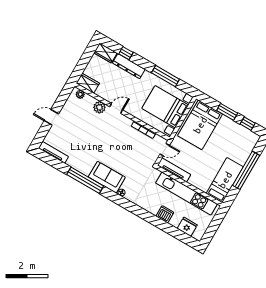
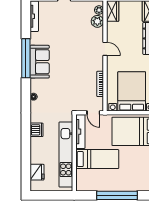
plant: (99, 107) -> (97, 21), moved
sofa: (107, 177) -> (40, 62), moved
bed: (225, 180) -> (97, 159), moved
dishwasher: (165, 214) -> (36, 130), moved

